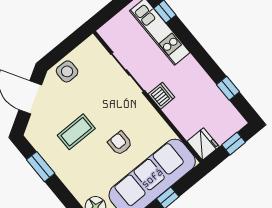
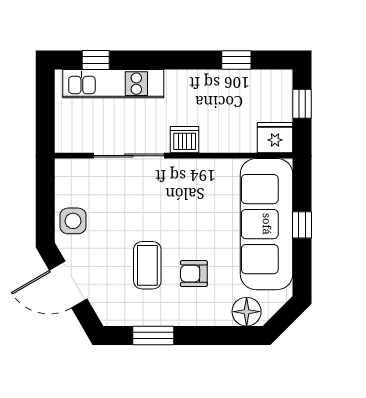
armchair: (120, 143) -> (194, 274), moved

